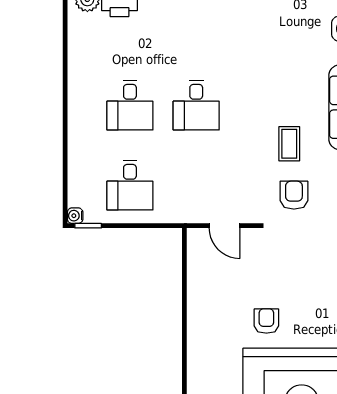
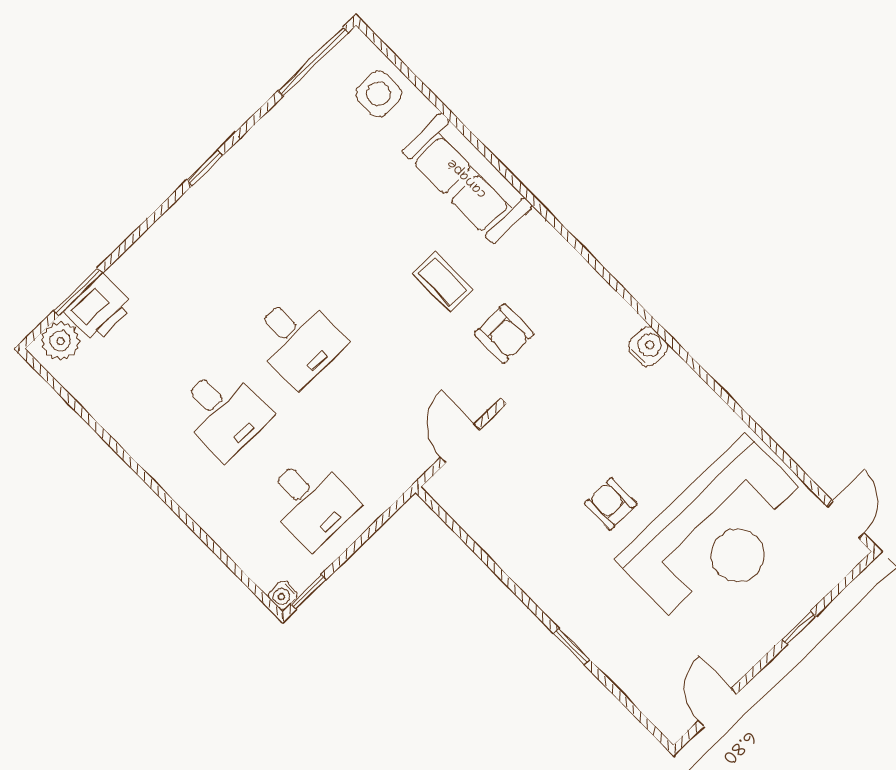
armchair: (294, 195) -> (504, 334), turned 180
door: (225, 226) -> (460, 443), swing flipped
window: (184, 369) -> (571, 646), added

